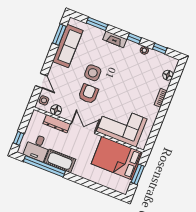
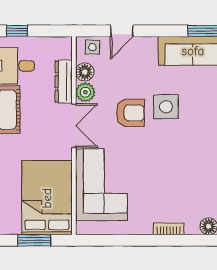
plant: (67, 114) -> (85, 92), added

